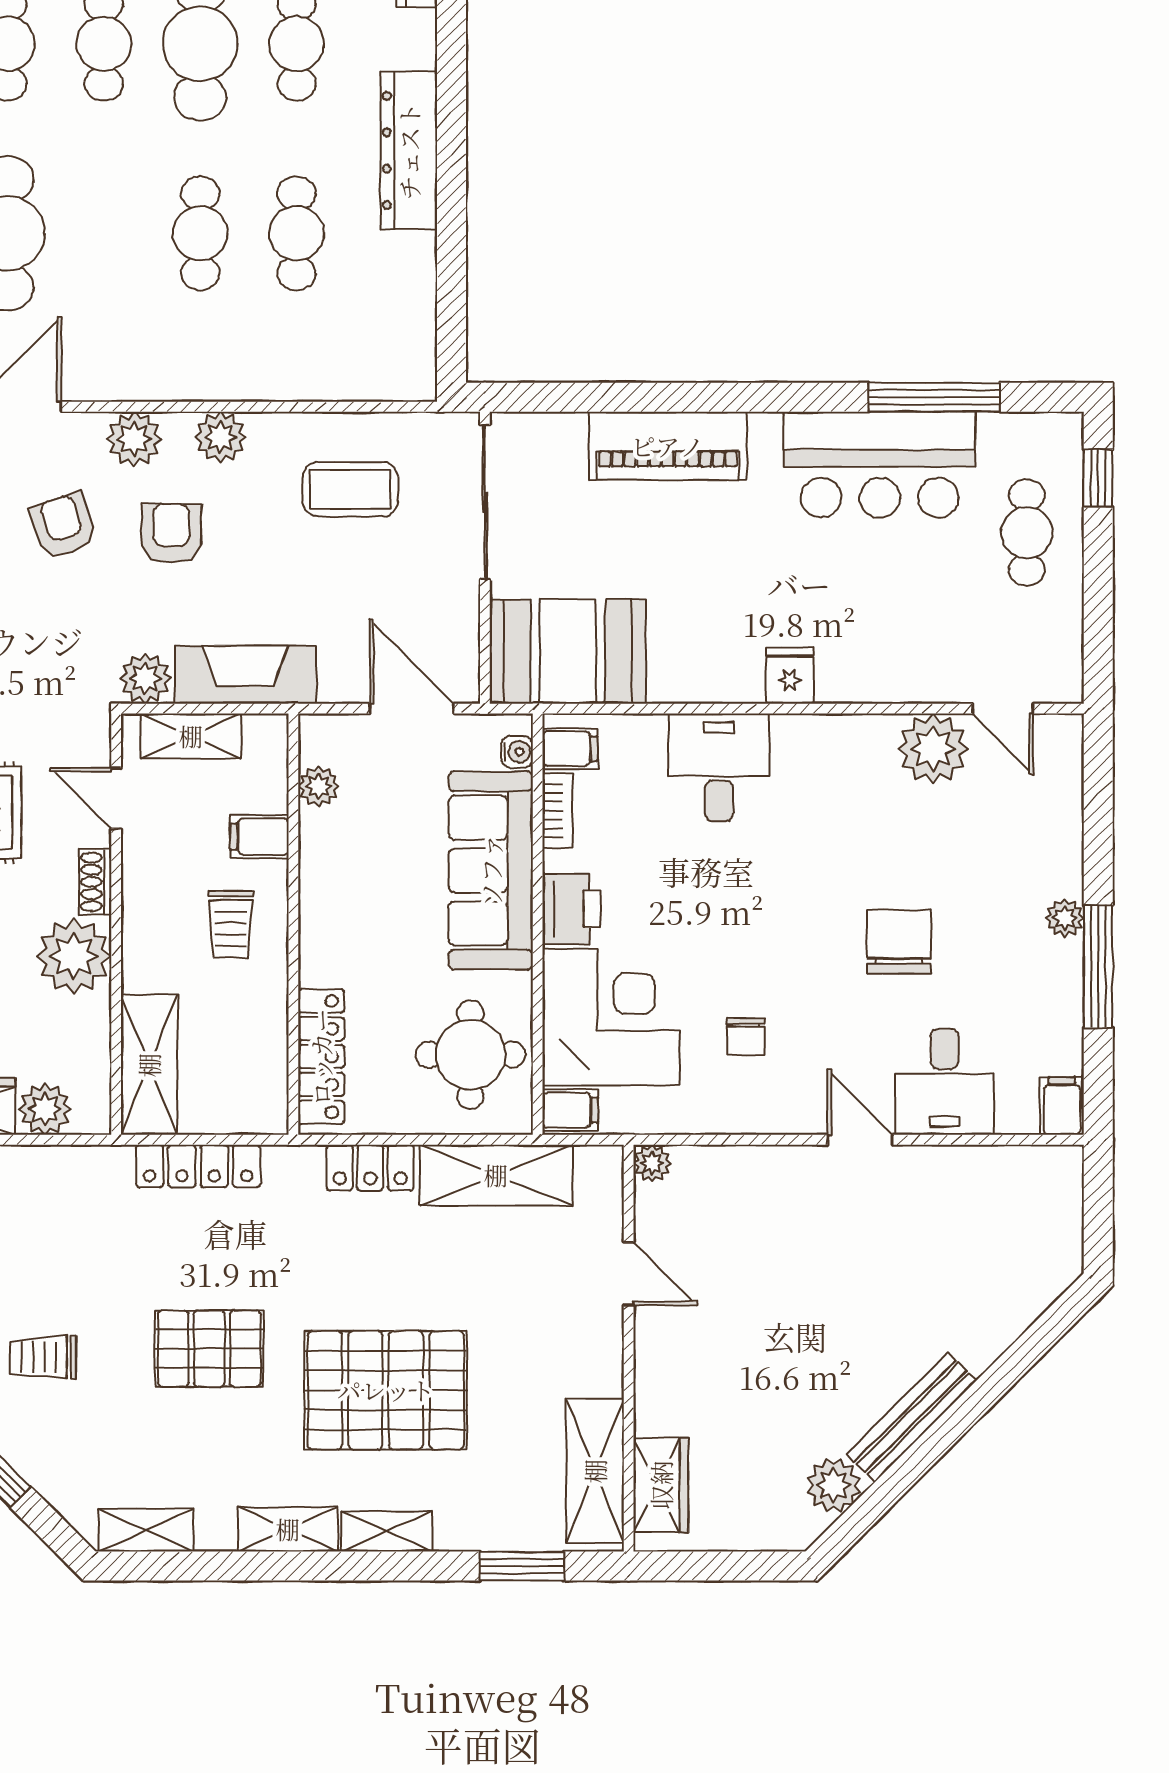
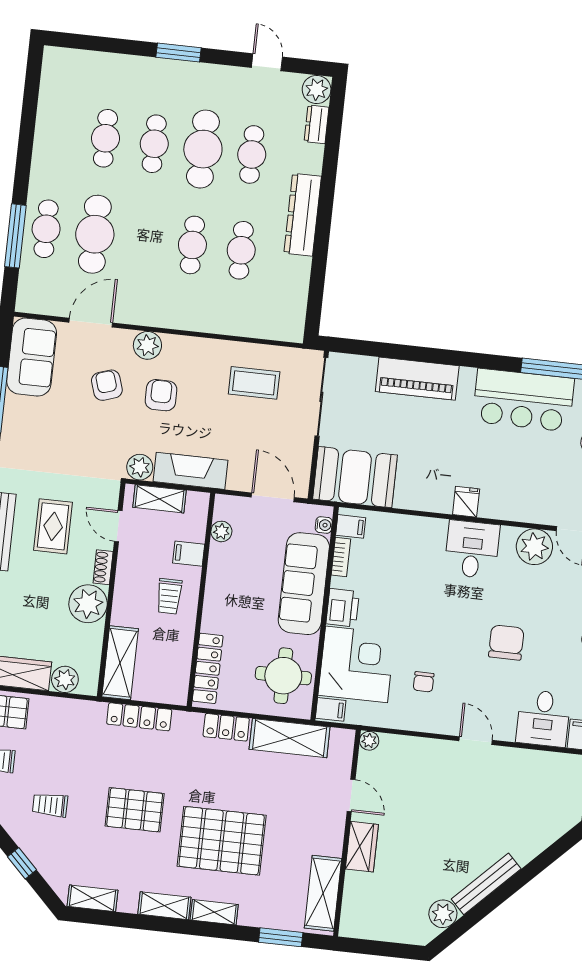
plant: (220, 437) -> (191, 349), removed
desk: (719, 767) -> (472, 549), moved
desk: (944, 1082) -> (543, 718), moved
wardrobe: (661, 1485) -> (362, 847), moved

